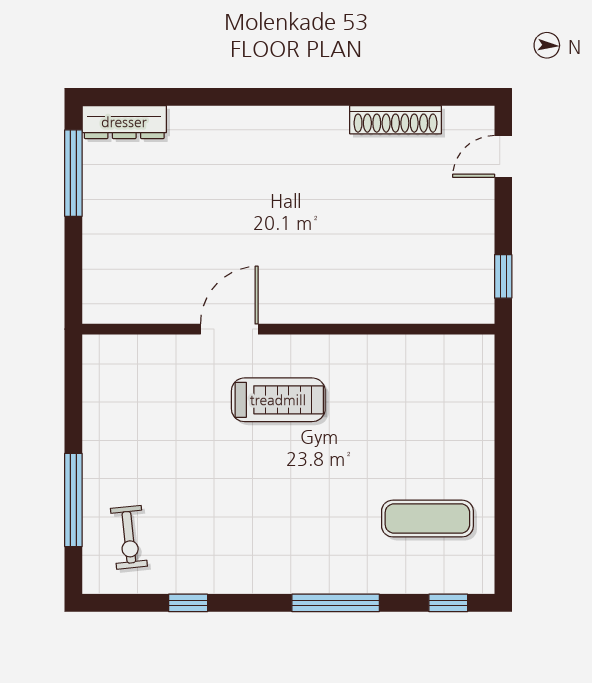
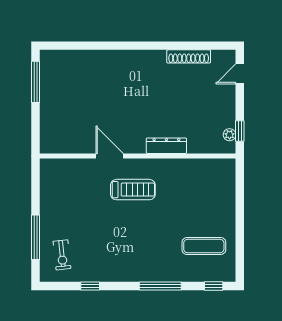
dresser: (124, 122) -> (166, 146), moved, turned 180
plant: (482, 284) -> (230, 135), added
door: (229, 329) -> (110, 156), hinge flipped

